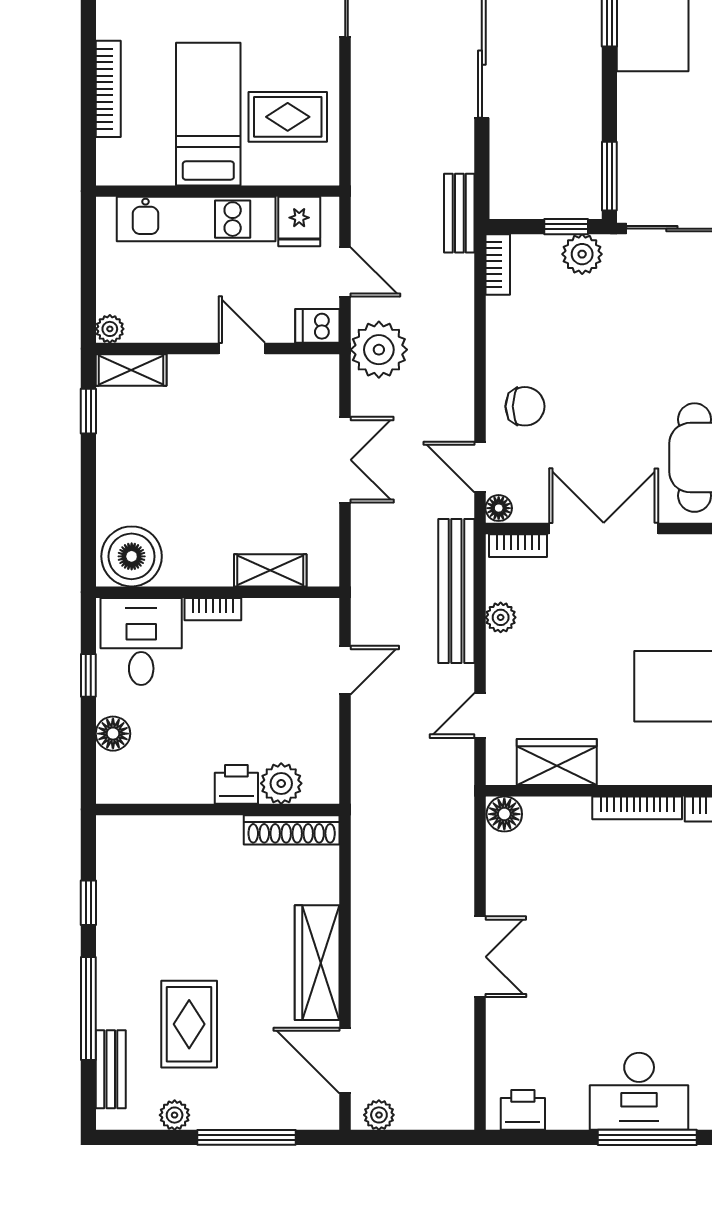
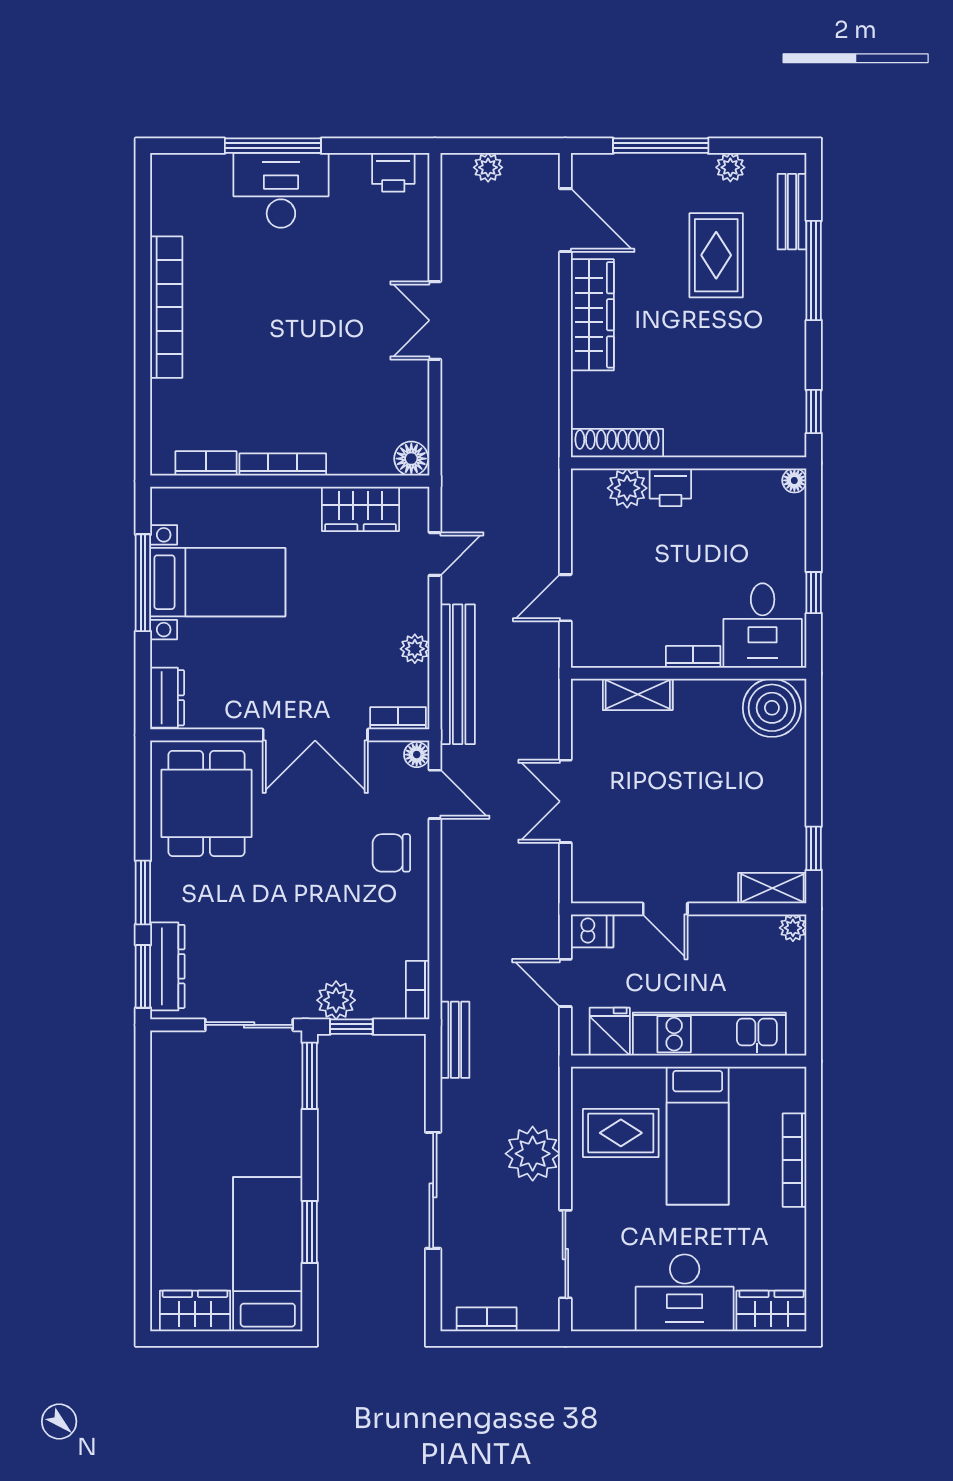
plant: (379, 350) -> (533, 1154), moved
floor lamp: (113, 734) -> (794, 480), moved, width x0.73, depth x0.73
window: (88, 903) -> (814, 412), moved
plant: (379, 1115) -> (488, 167), moved

